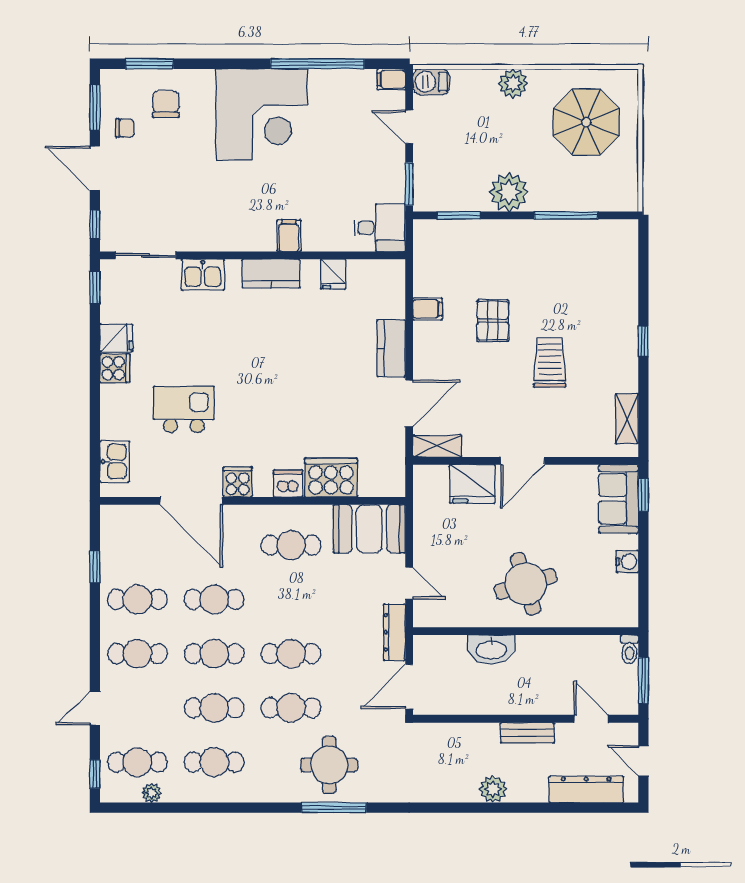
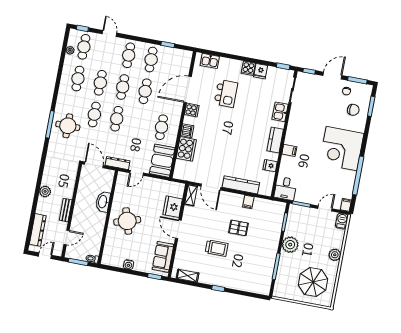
kitchen counter: (391, 348) -> (241, 185), width x1.50
sofa: (619, 499) -> (163, 257), moved, turned -90

